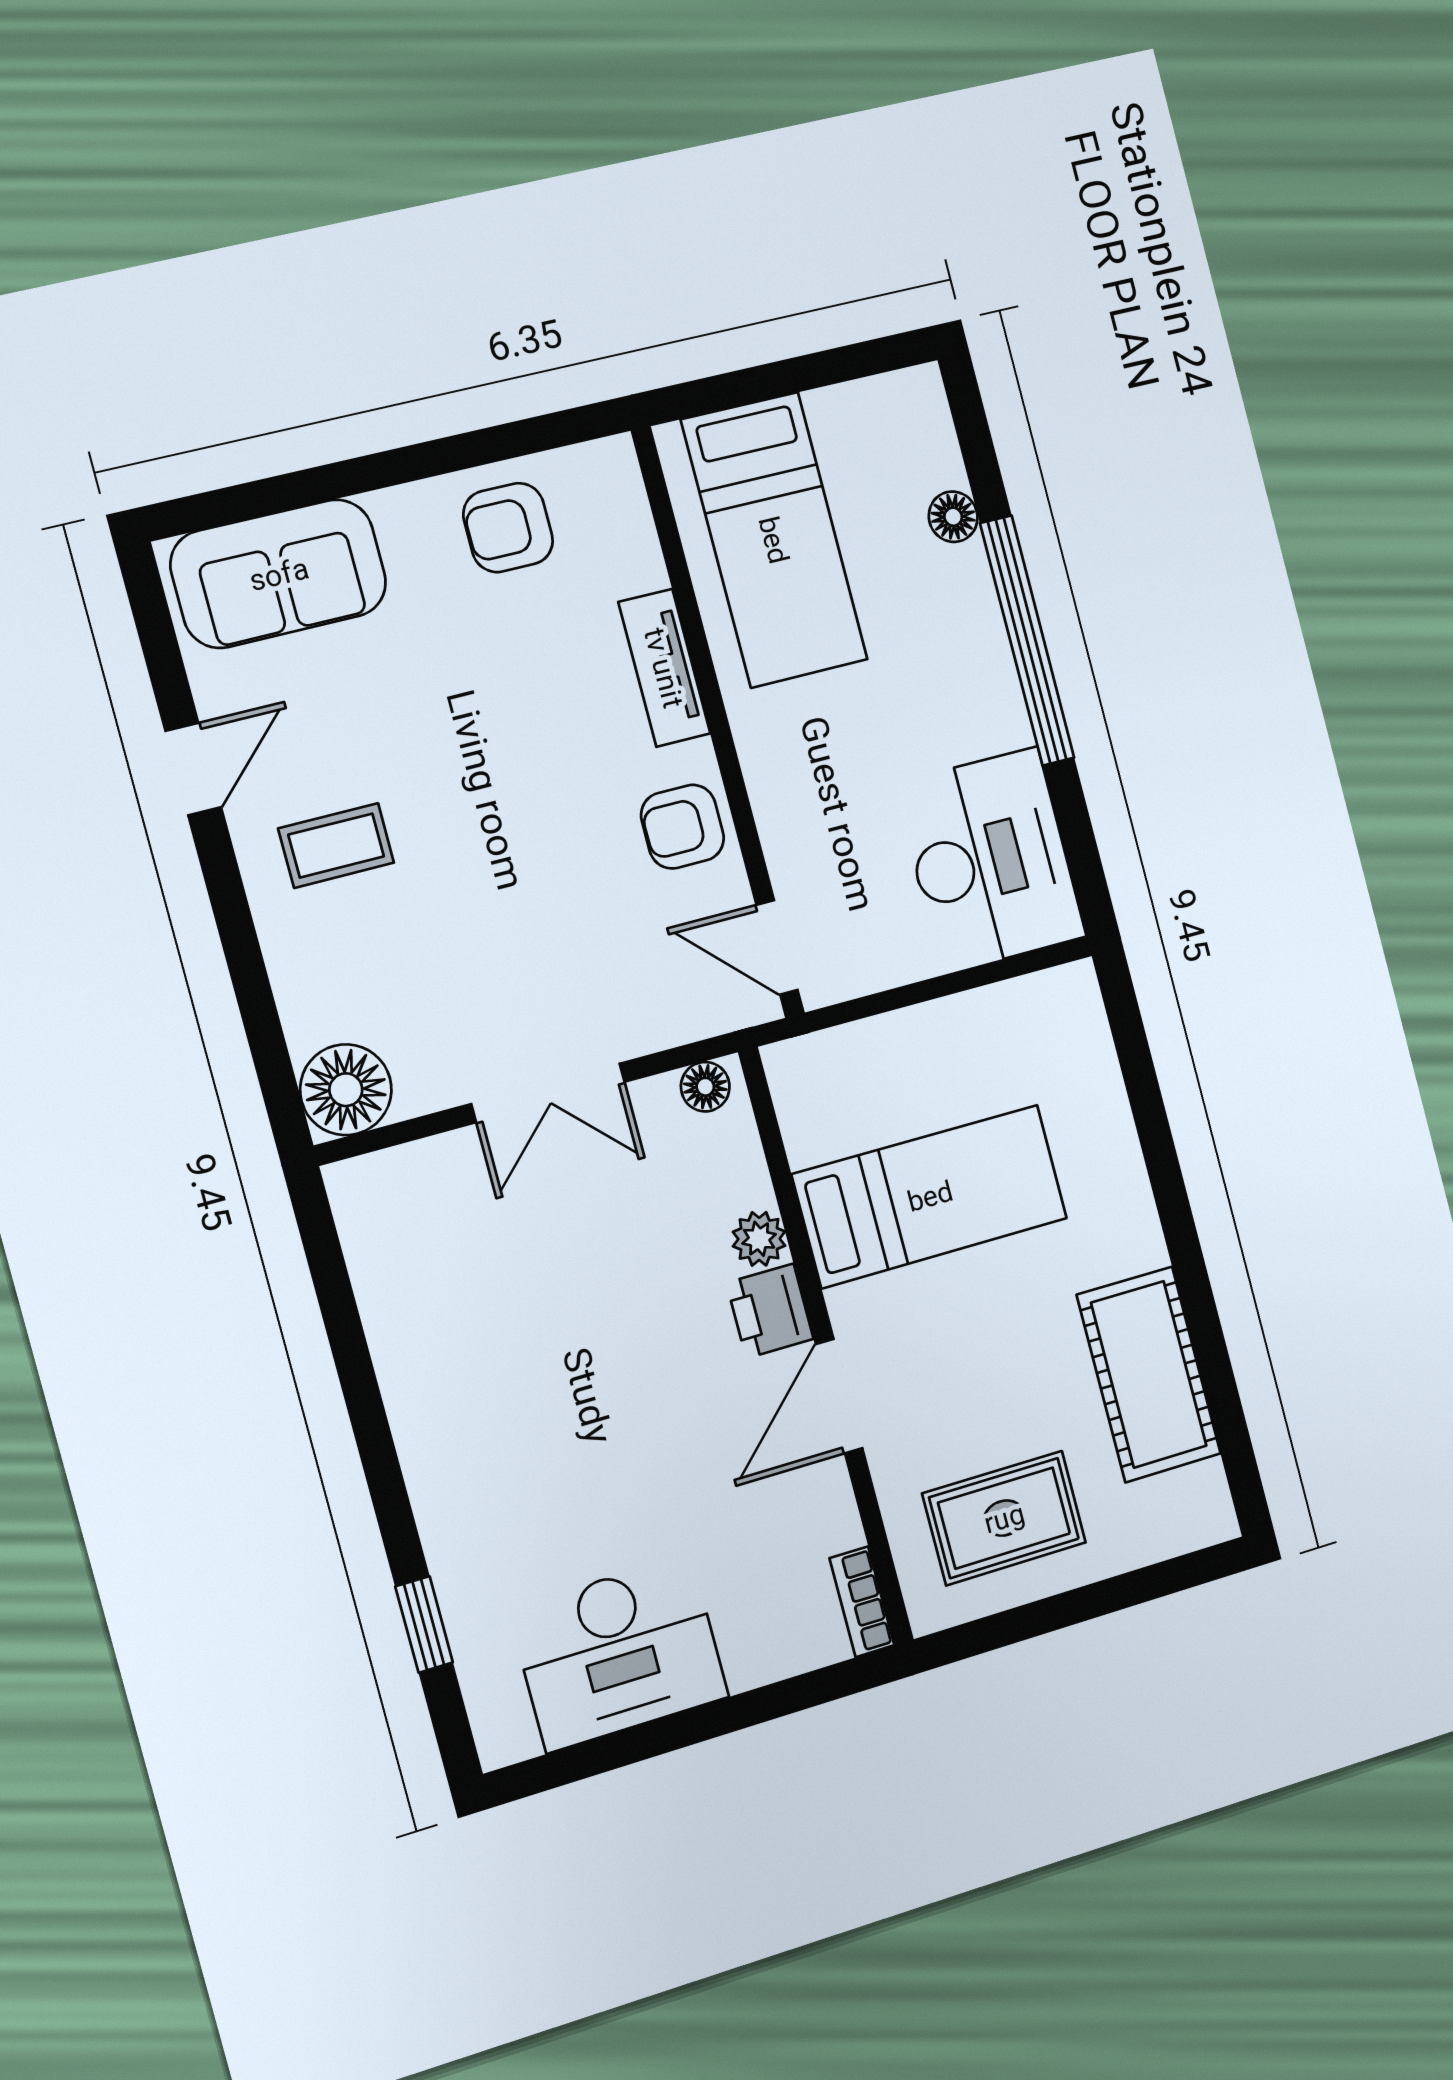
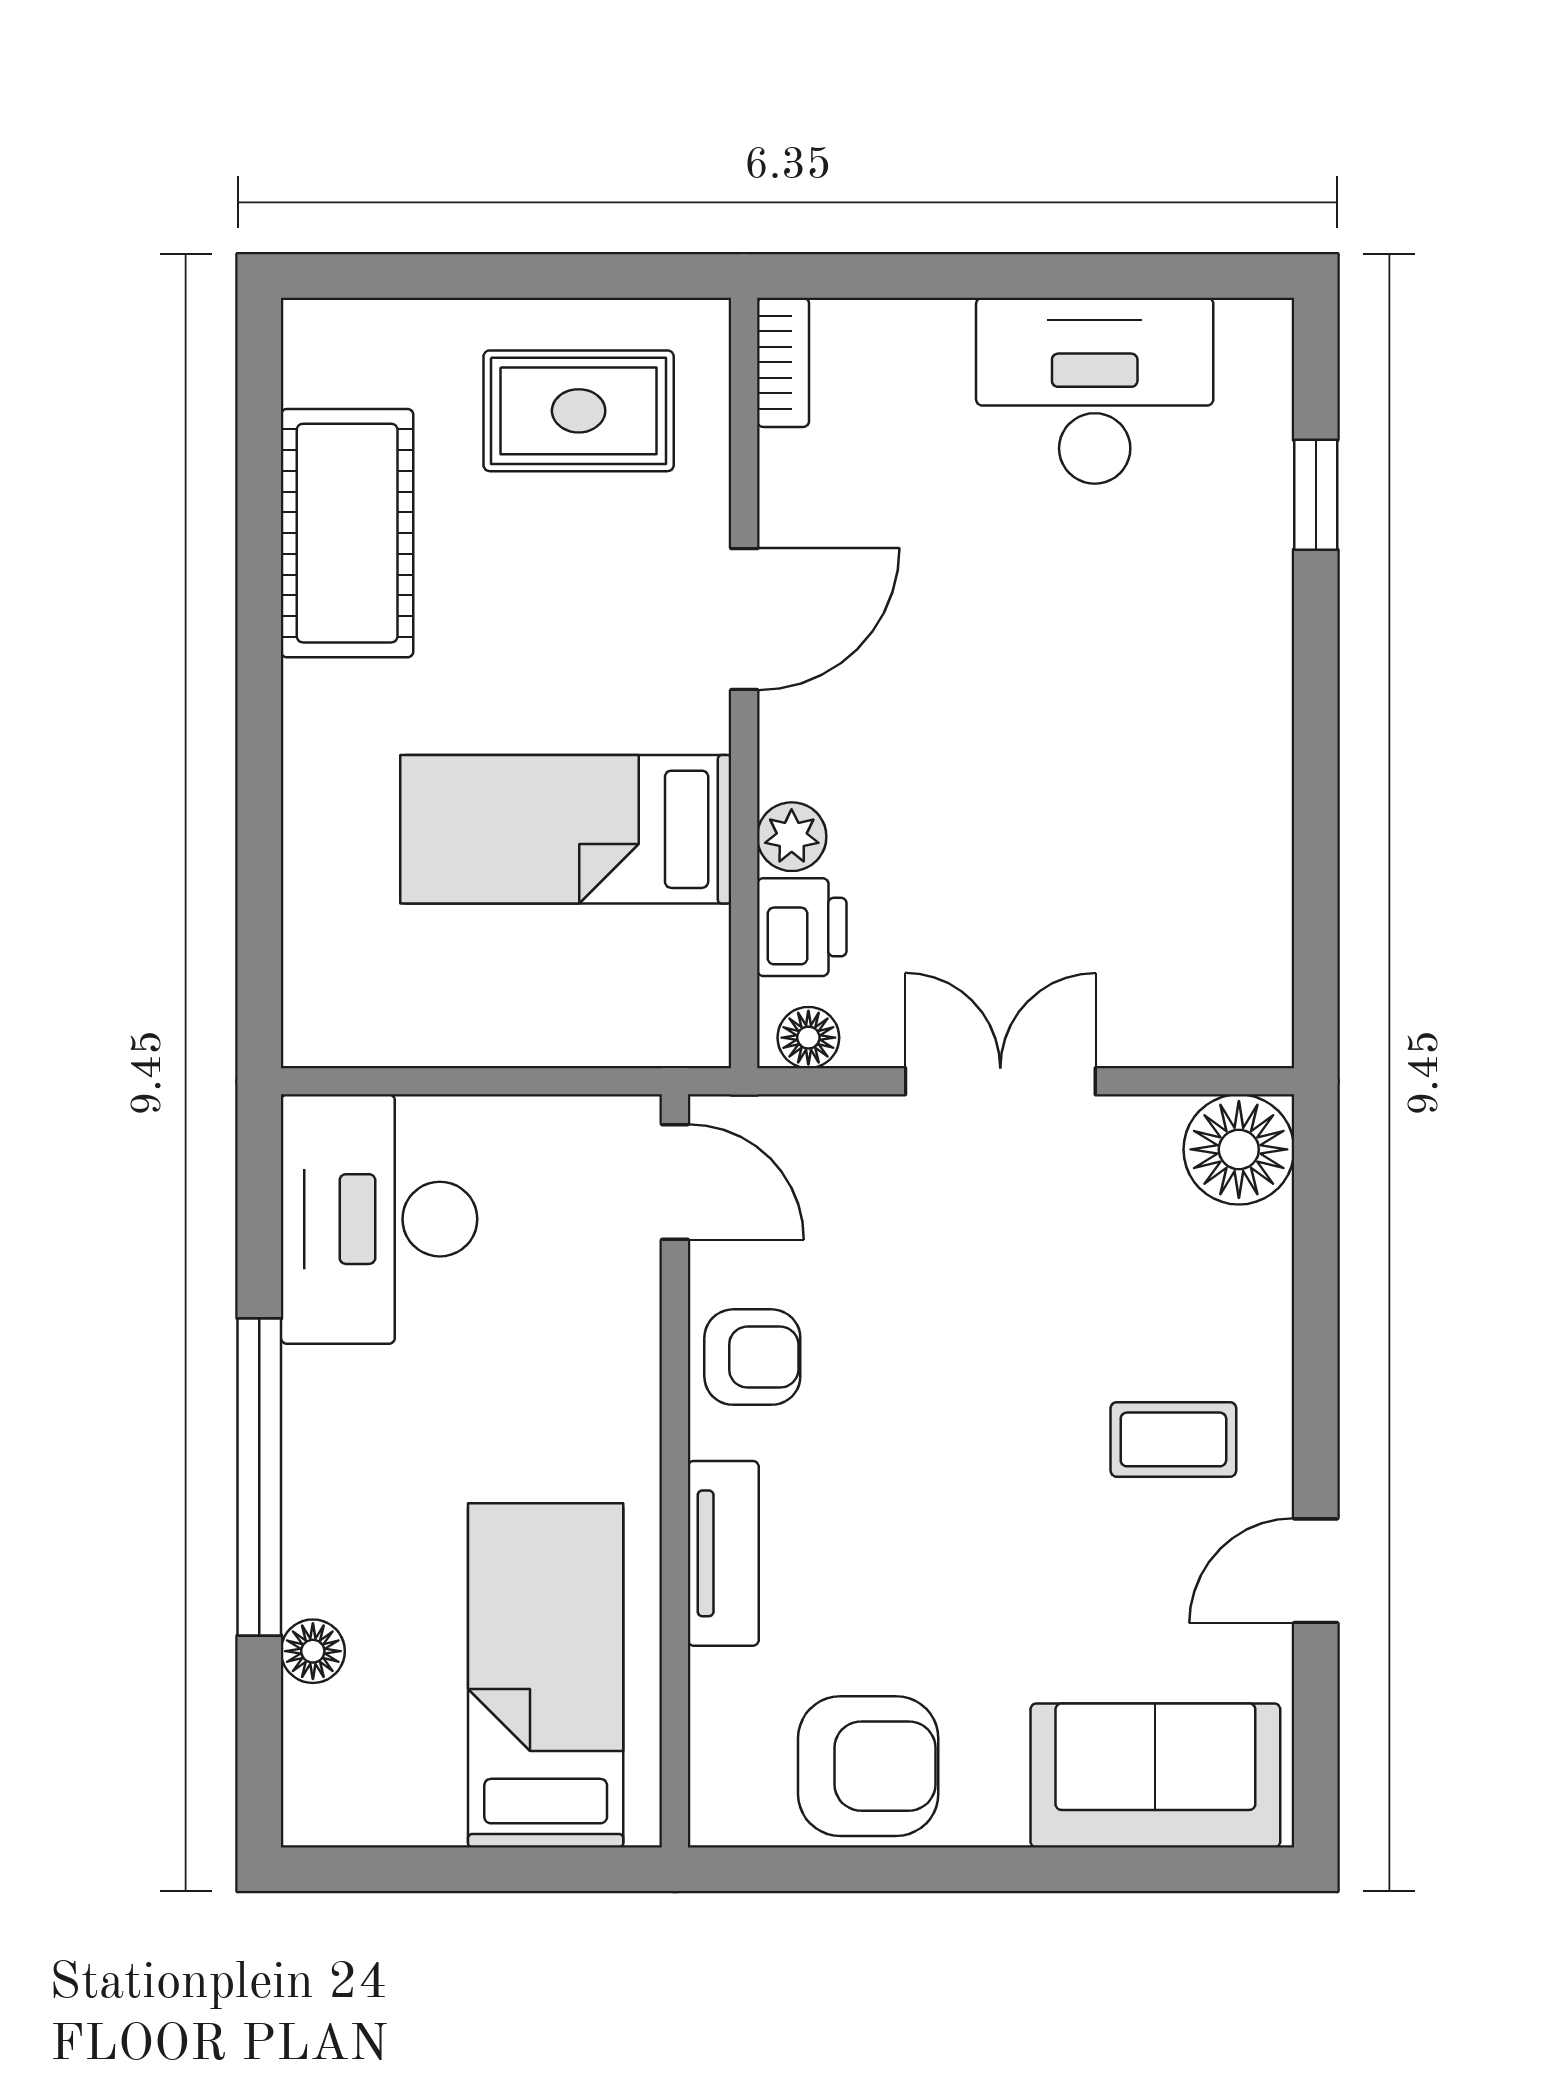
armchair: (508, 528) -> (868, 1766), width x1.38, depth x1.38
printer: (770, 1311) -> (802, 927), moved

